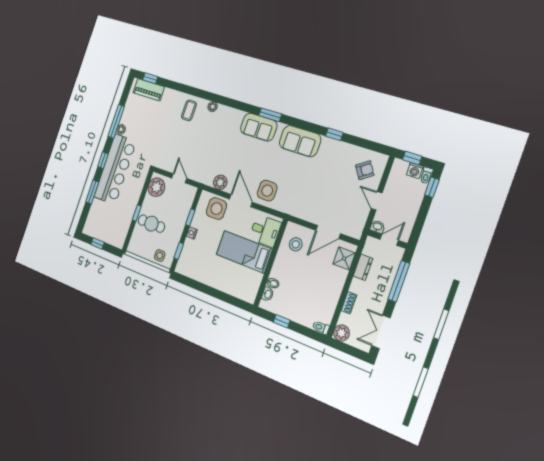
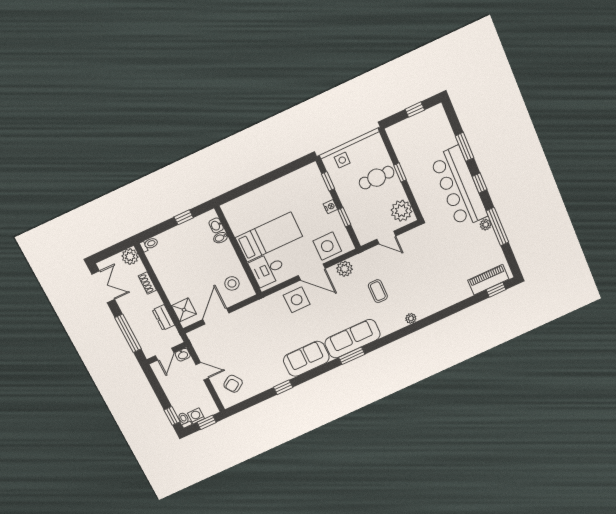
coffee table: (189, 110) -> (378, 291), moved
sofa: (259, 127) -> (353, 339), width x1.36

